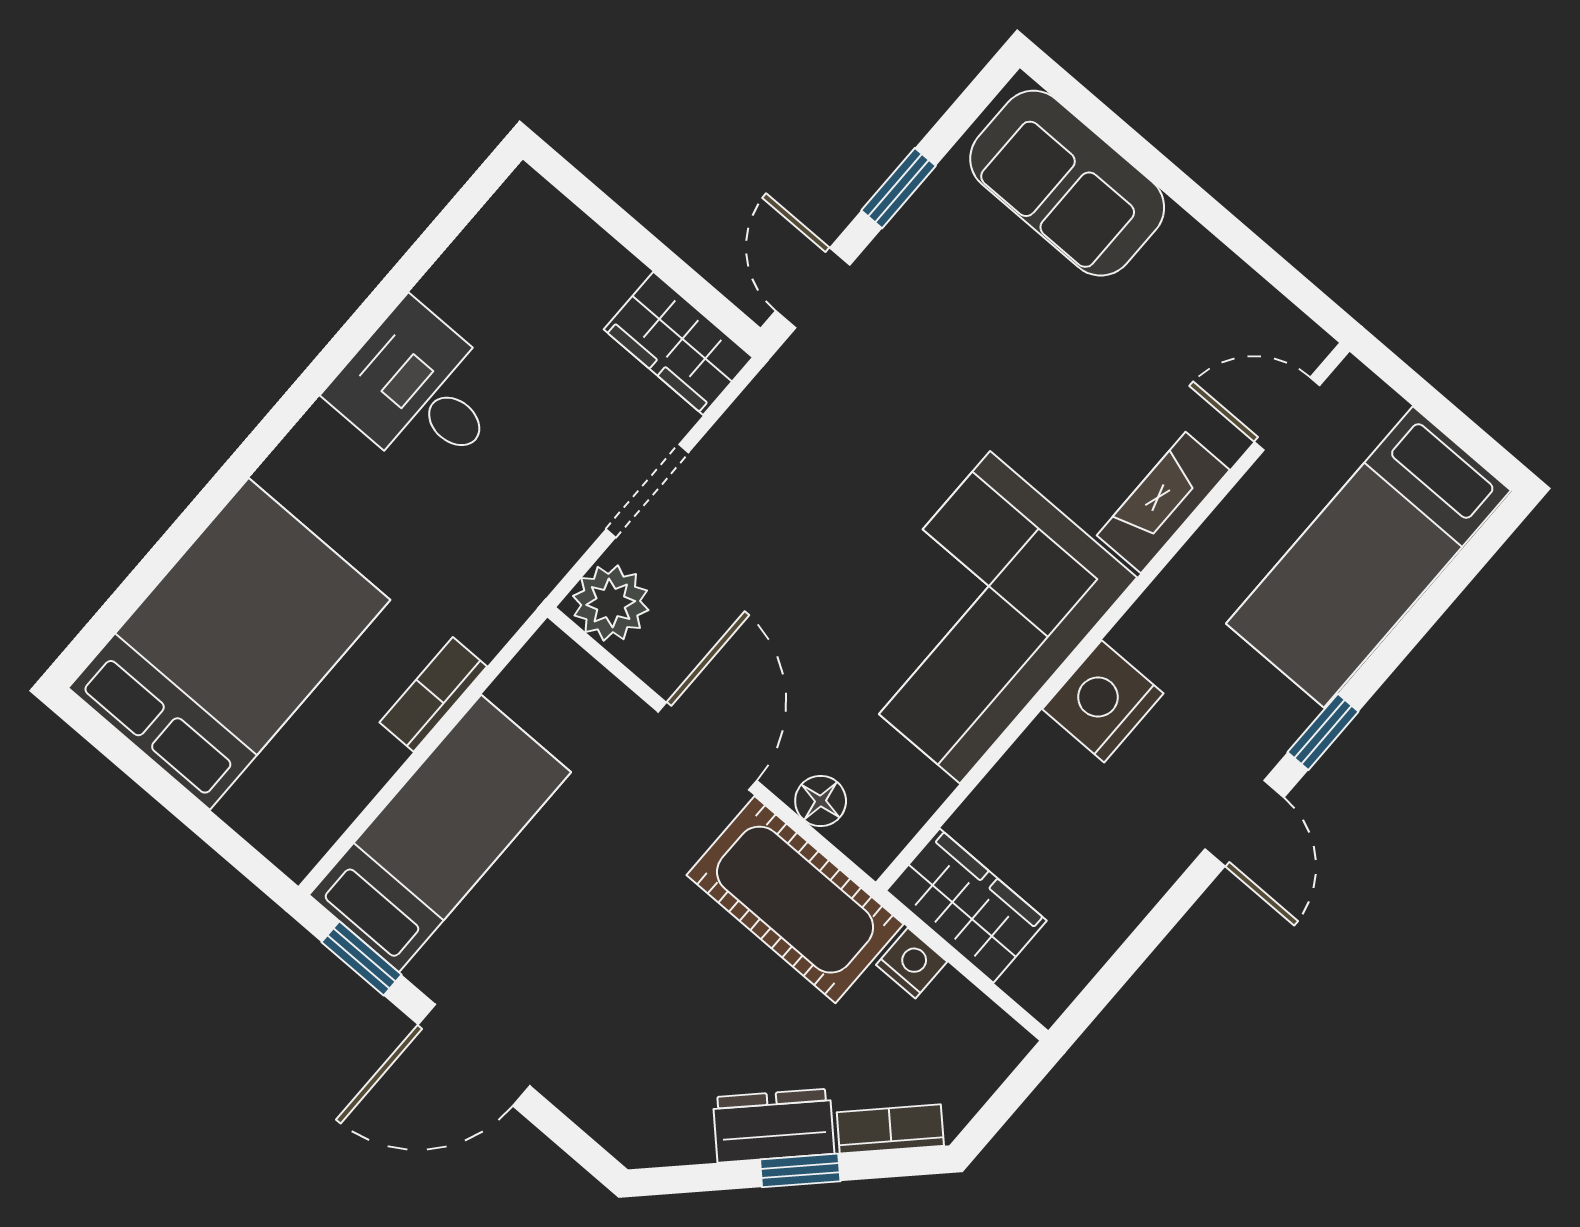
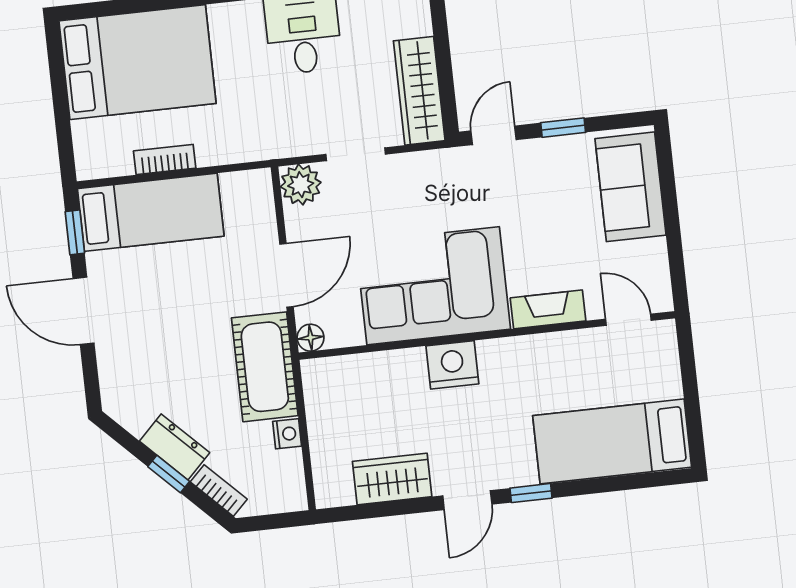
wardrobe: (678, 343) -> (419, 91), width x1.50
door: (1287, 414) -> (628, 320), moved
fireplace: (1163, 503) -> (548, 309), moved
corner sofa: (975, 617) -> (433, 286), moved
wall: (1113, 617) -> (487, 335), moved
bookcase: (433, 694) -> (165, 160), moved
nightstand: (1103, 701) -> (452, 365), moved
wardrobe: (966, 906) -> (392, 479), moved, turned -90

